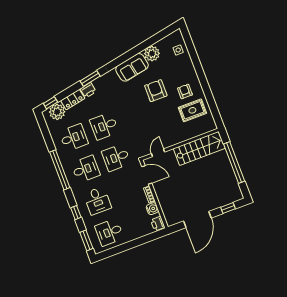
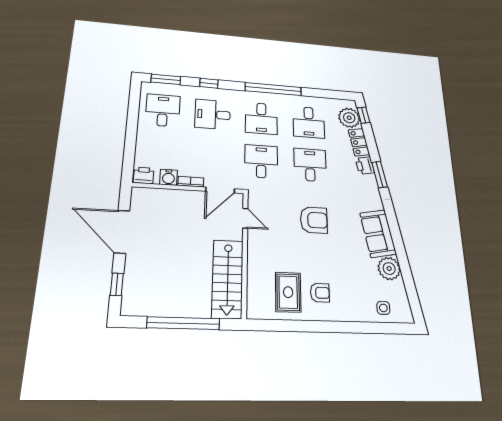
armchair: (156, 91) -> (314, 220), moved

